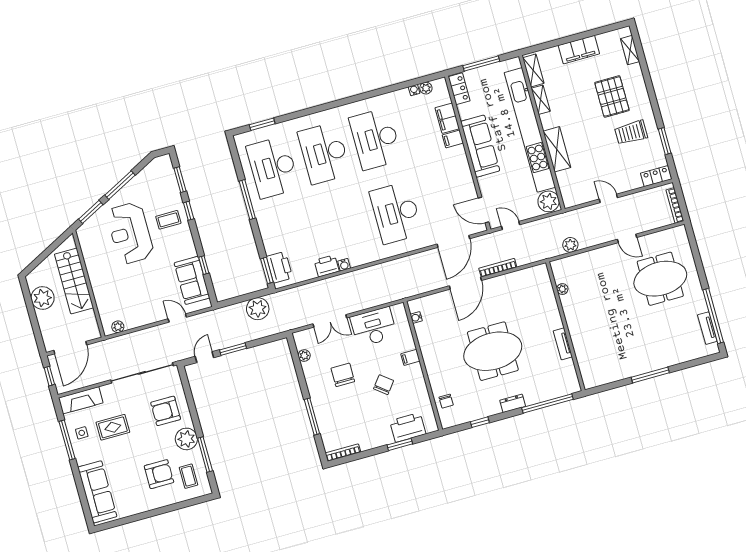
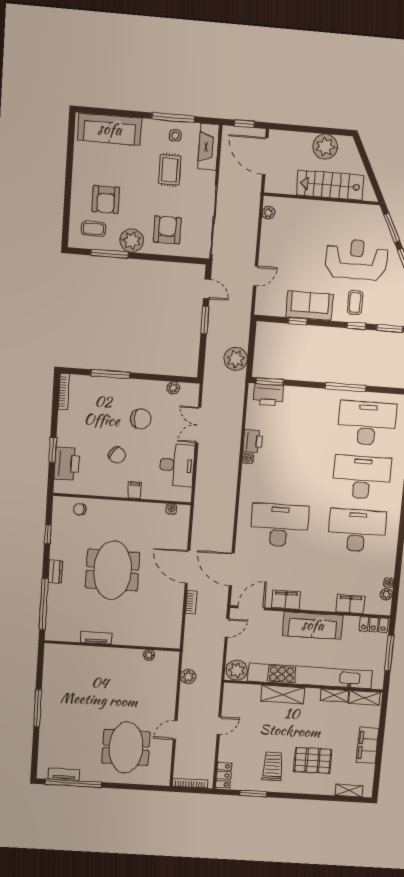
filing cabinet: (453, 139) -> (286, 600), moved, width x2.00
bookcase: (498, 268) -> (191, 602), width x0.64
sofa: (192, 280) -> (309, 306), moved

